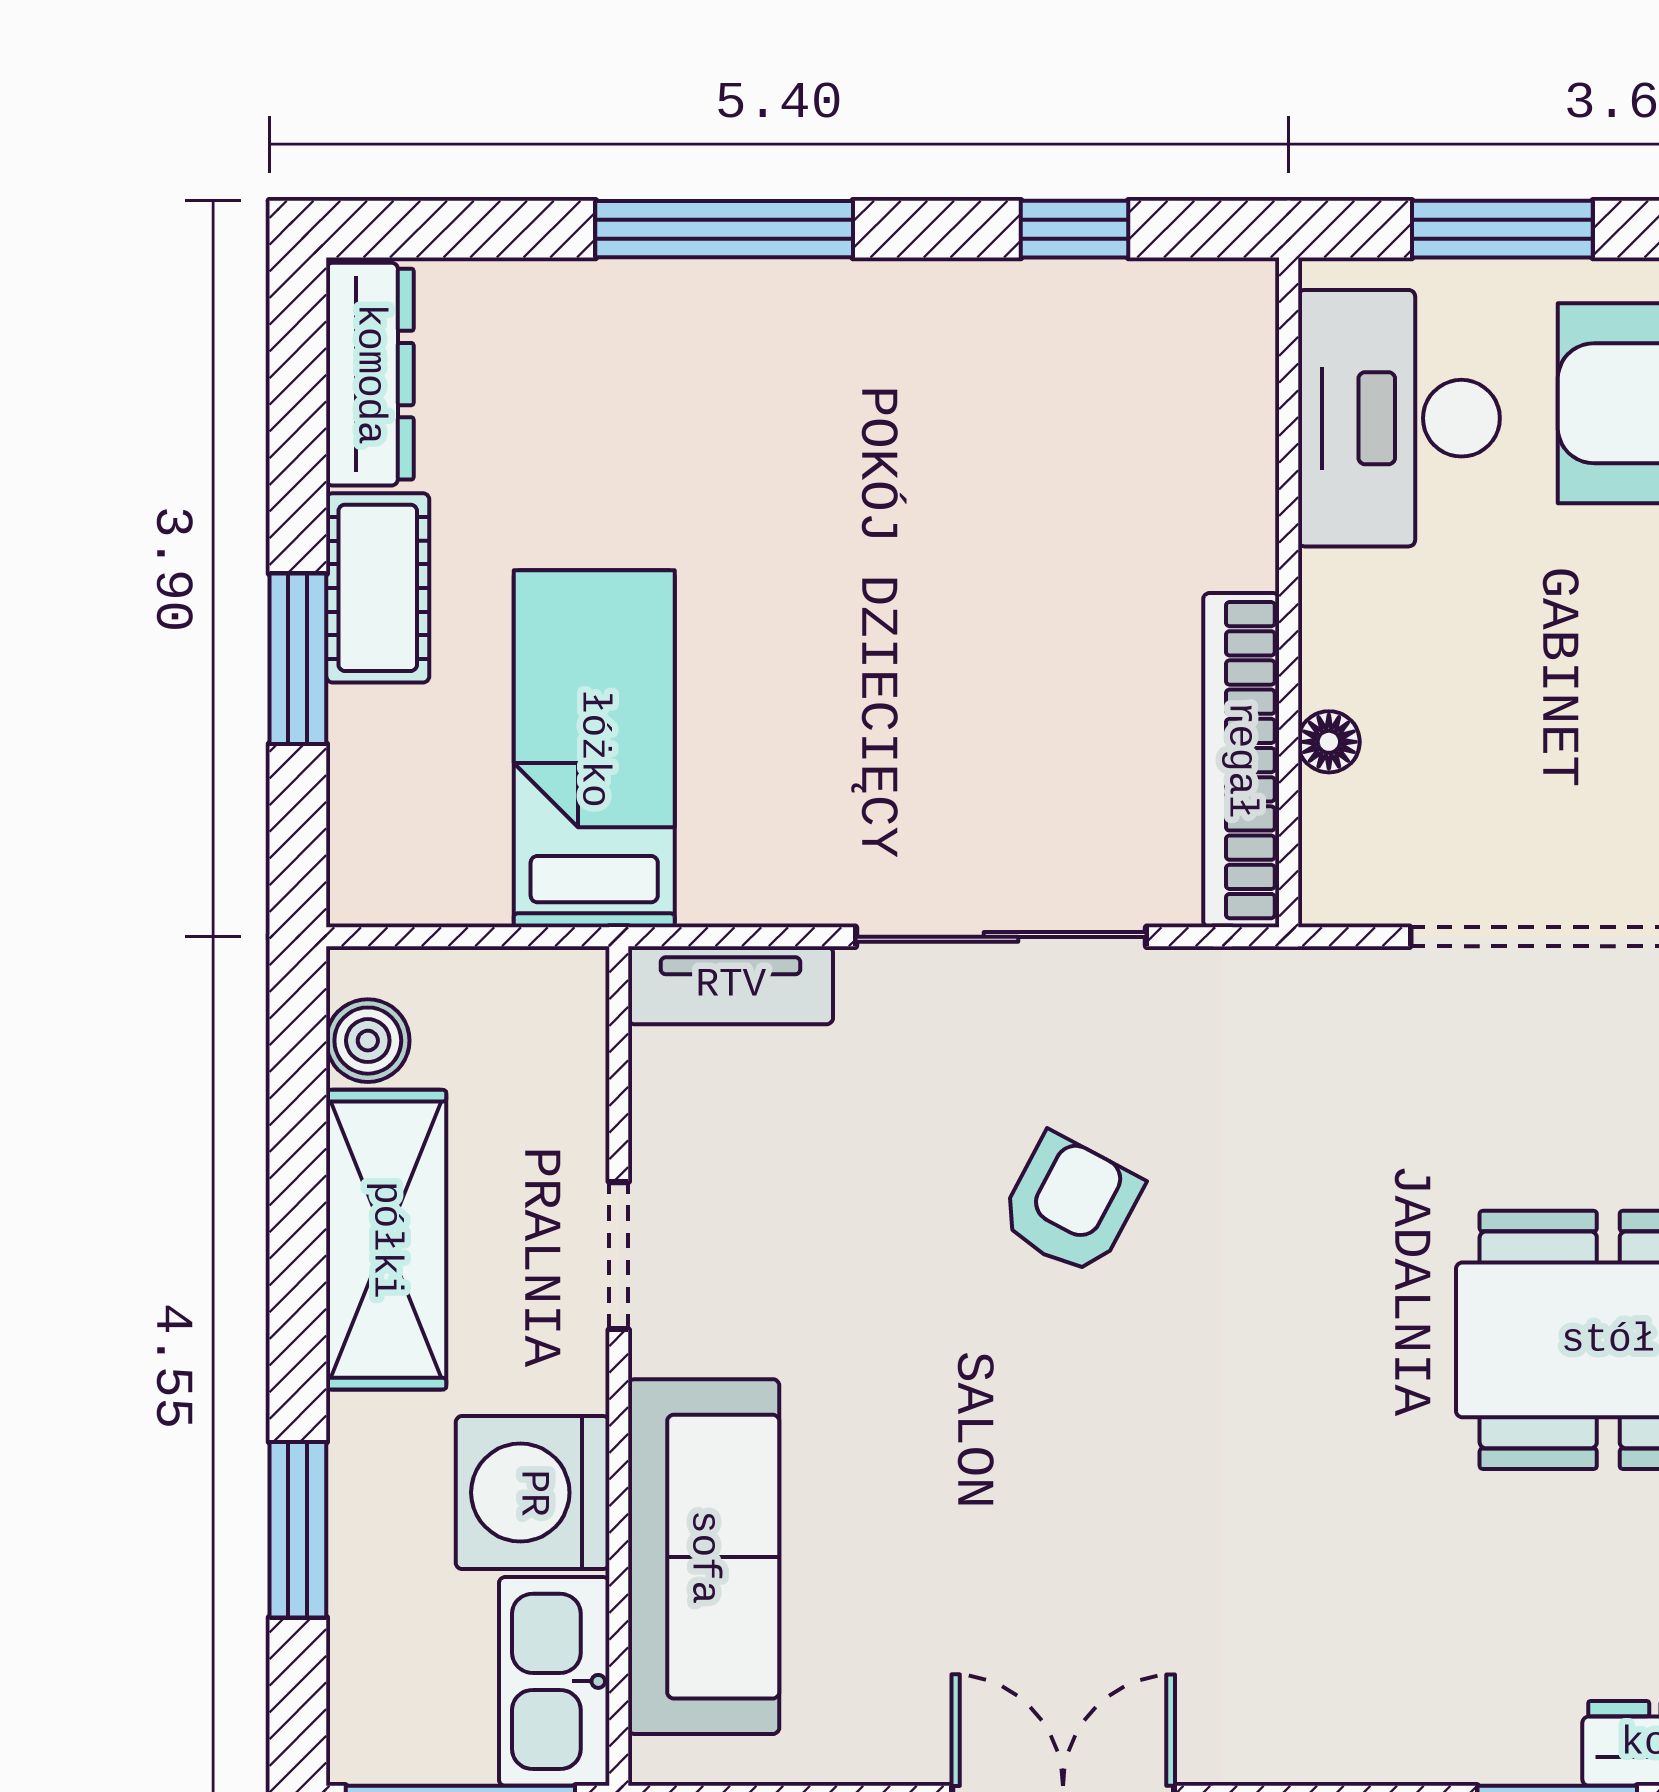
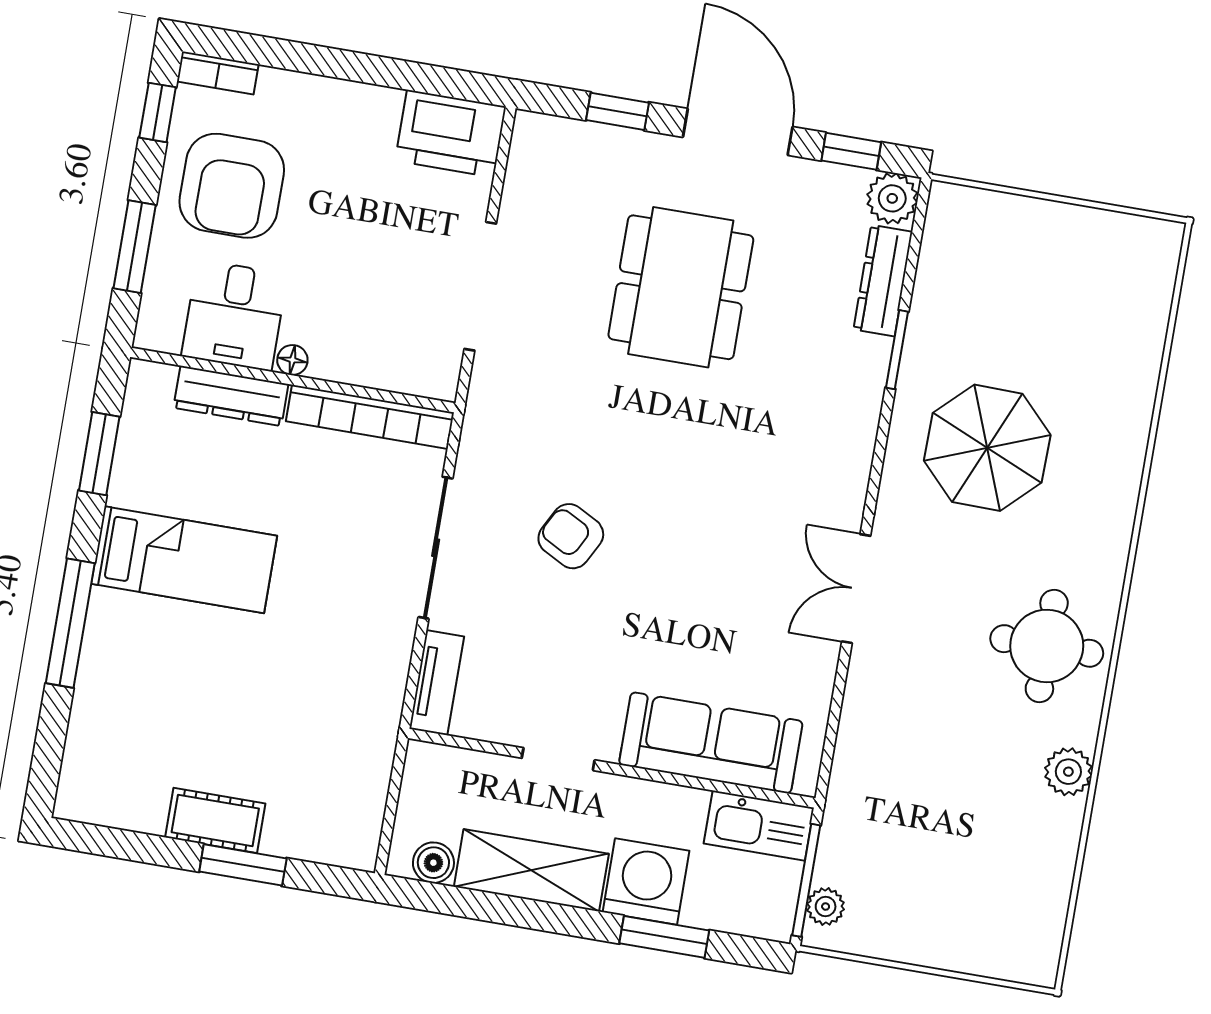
window: (1075, 229) -> (99, 454), width x1.50
dresser: (370, 374) -> (231, 396), moved, turned 180
desk: (1399, 418) -> (234, 315), width x0.73
floor lamp: (1329, 742) -> (292, 360), moved
bed: (594, 749) -> (184, 560), moved, turned 180
washing machine: (533, 1493) -> (646, 881), moved, turned 180

